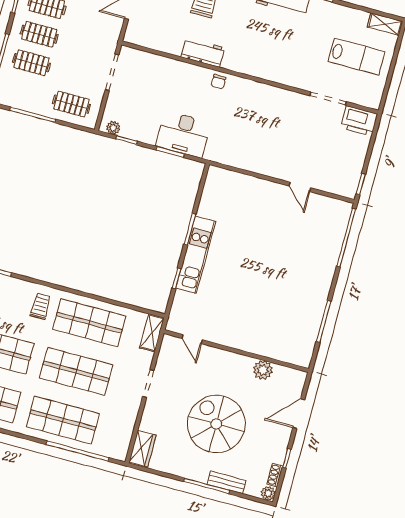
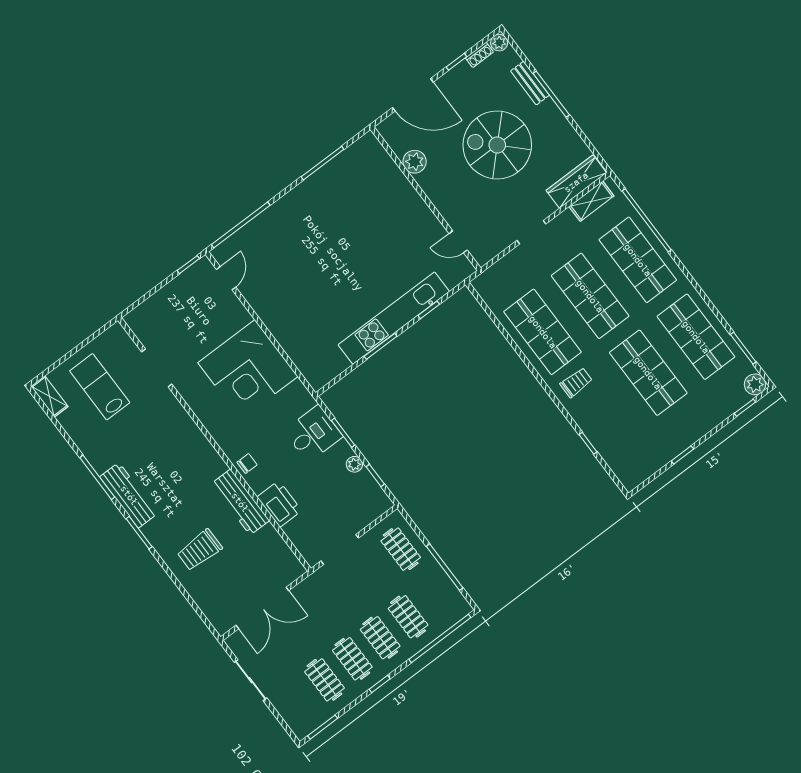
workbench: (203, 52) -> (240, 502), width x1.38
printer: (359, 121) -> (279, 504), moved
plant: (113, 128) -> (354, 464), moved
desk: (183, 134) -> (313, 434), width x0.73
corner desk: (266, 145) -> (248, 370), added
door: (300, 187) -> (226, 278), moved
kitchen unit: (196, 255) -> (394, 318), width x1.36
trolley: (40, 306) -> (576, 383), turned 180
shelving: (152, 333) -> (591, 201), moved
door: (192, 339) -> (458, 242), swing flipped
door: (299, 414) -> (413, 95), width x1.36
spiral stairs: (216, 424) -> (497, 145), turned 90
wardrobe: (142, 449) -> (576, 182), width x1.50

